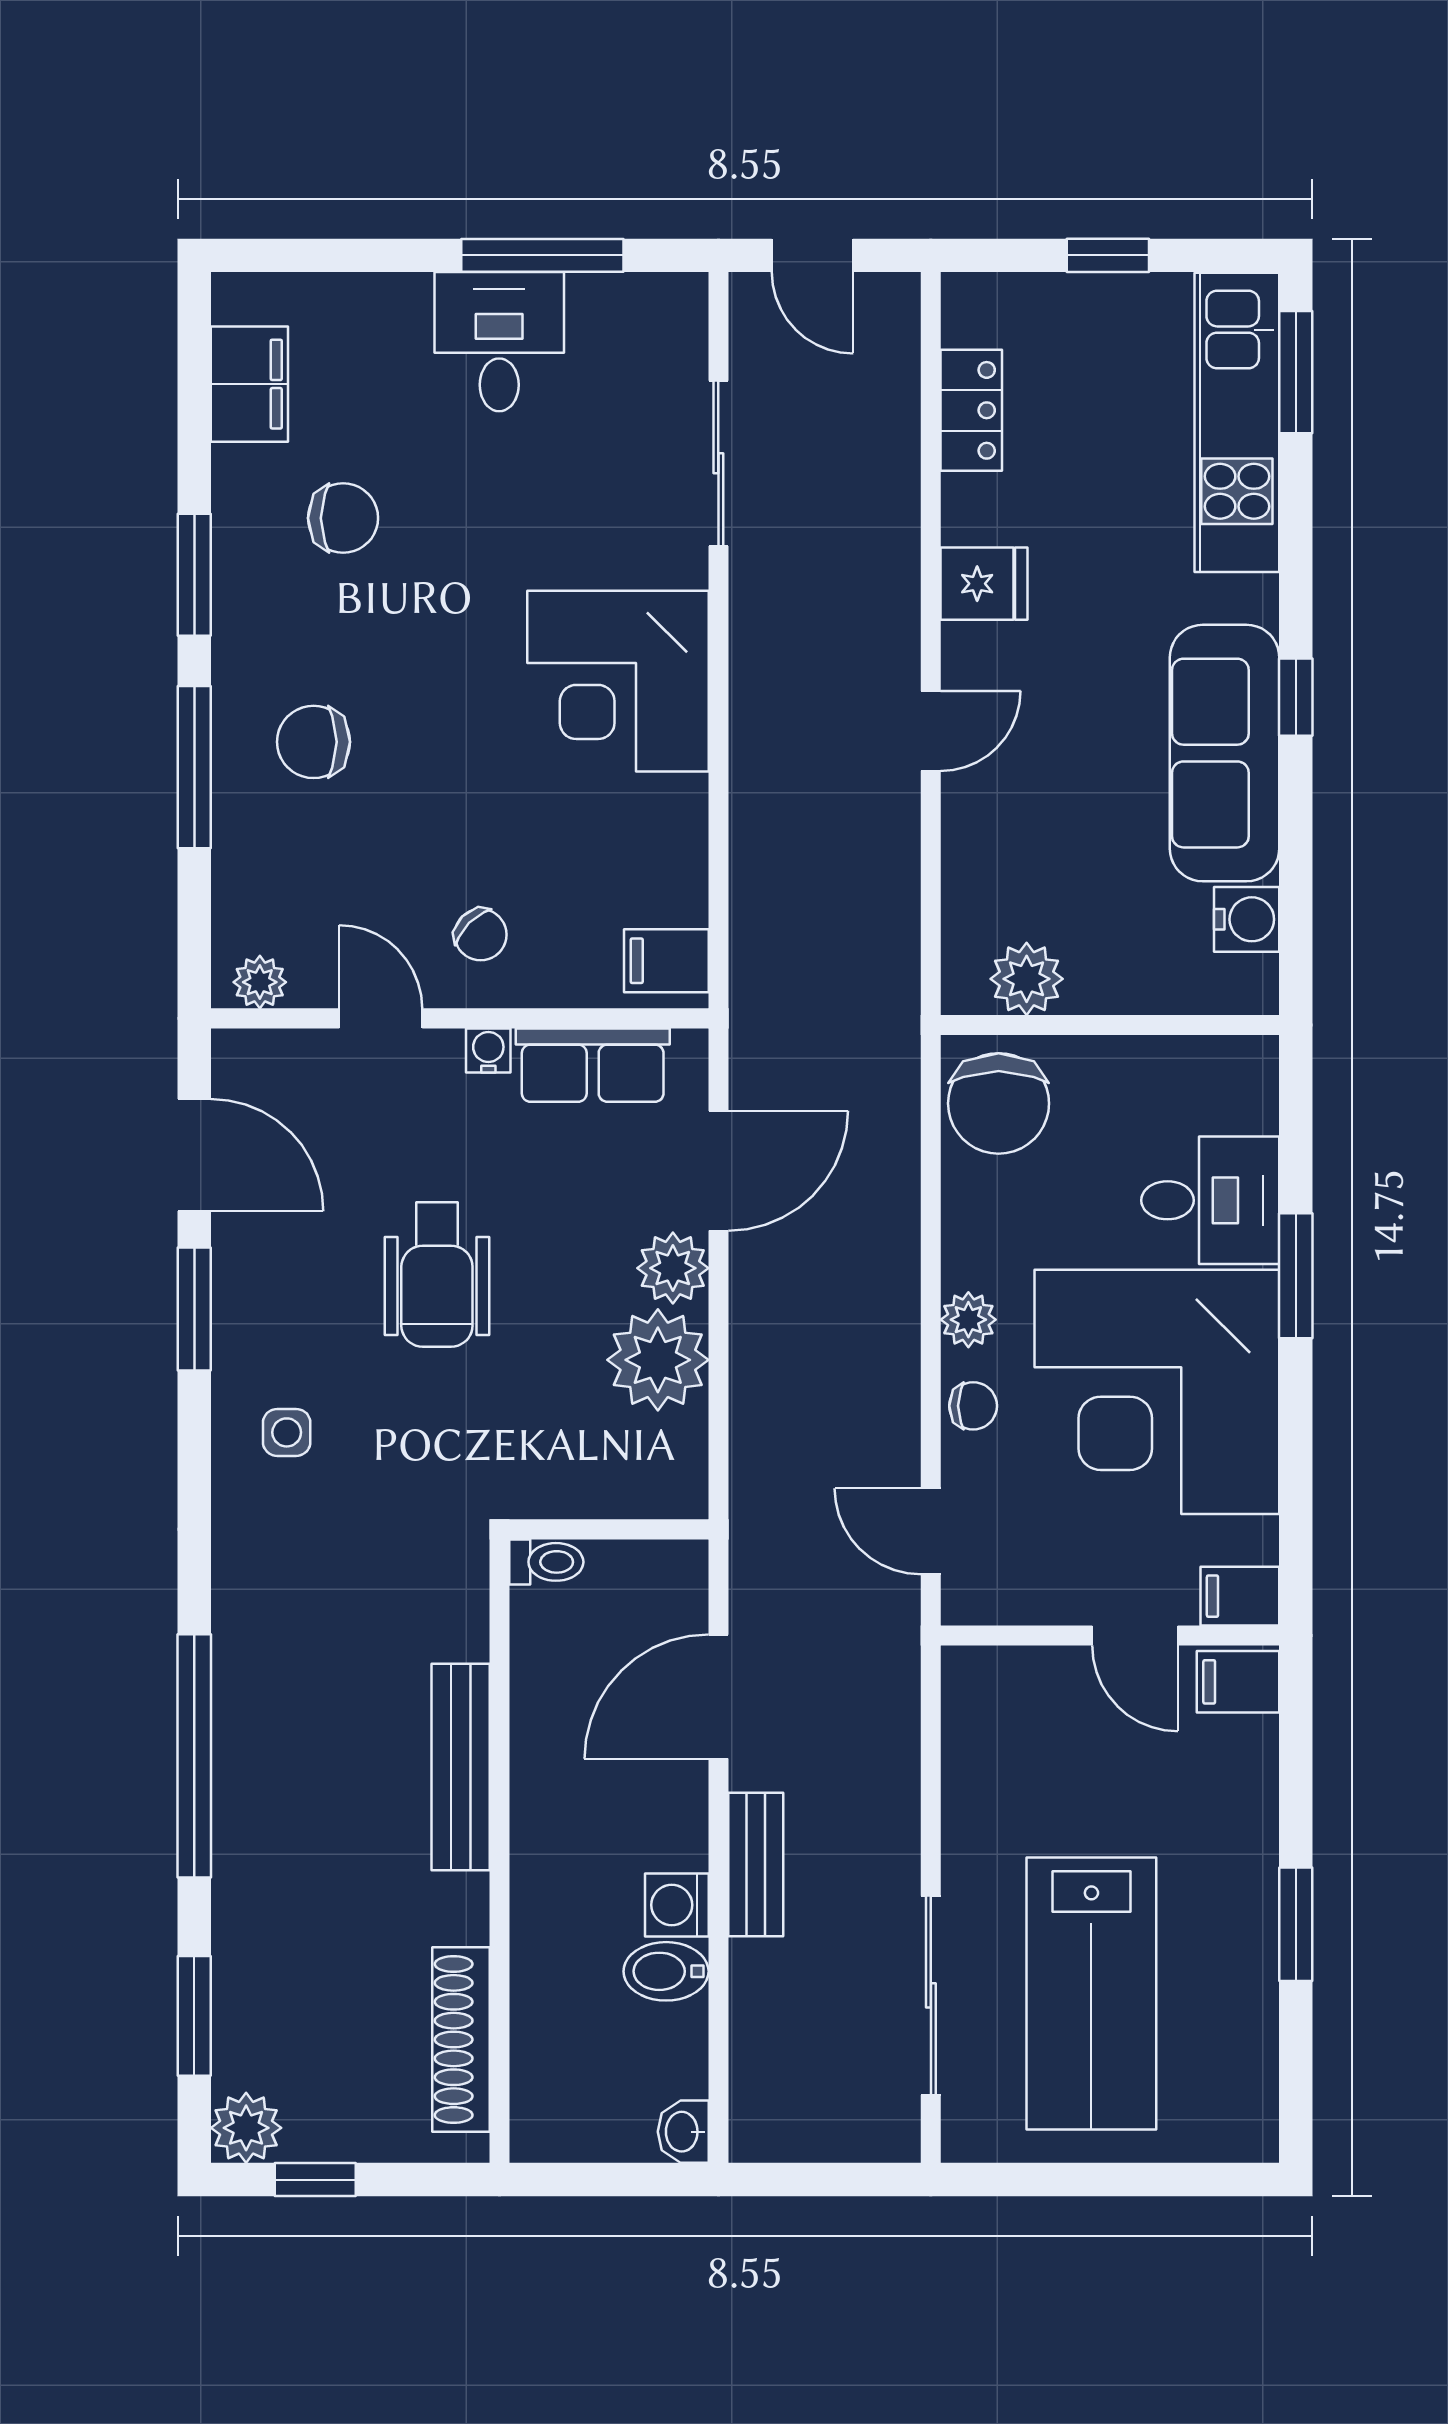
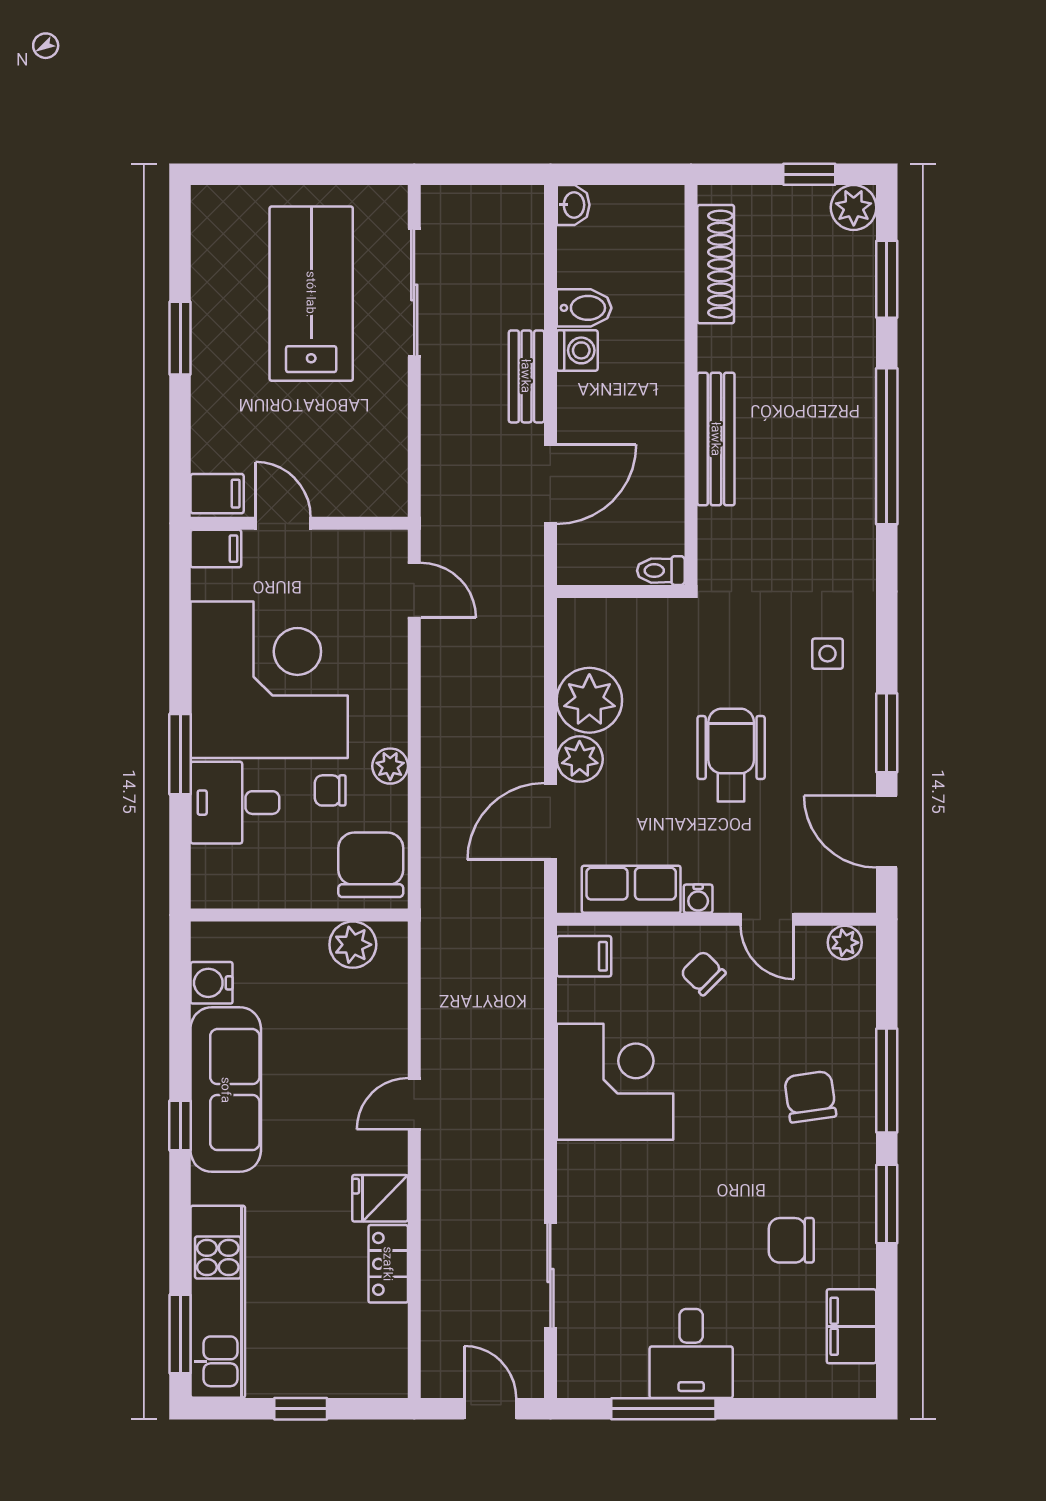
locker: (971, 410) -> (388, 1264), moved
corner desk: (618, 681) -> (615, 1082), moved
chair: (314, 742) -> (810, 1097), turned -98
plant: (968, 1320) -> (390, 766), moved
chair: (973, 1406) -> (330, 790), moved

